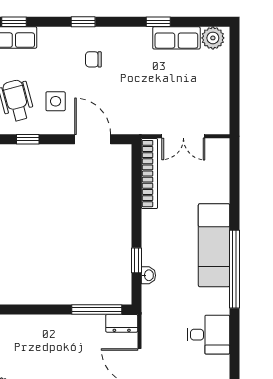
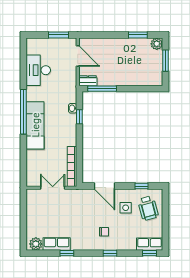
desk: (208, 335) -> (38, 70), width x1.37

